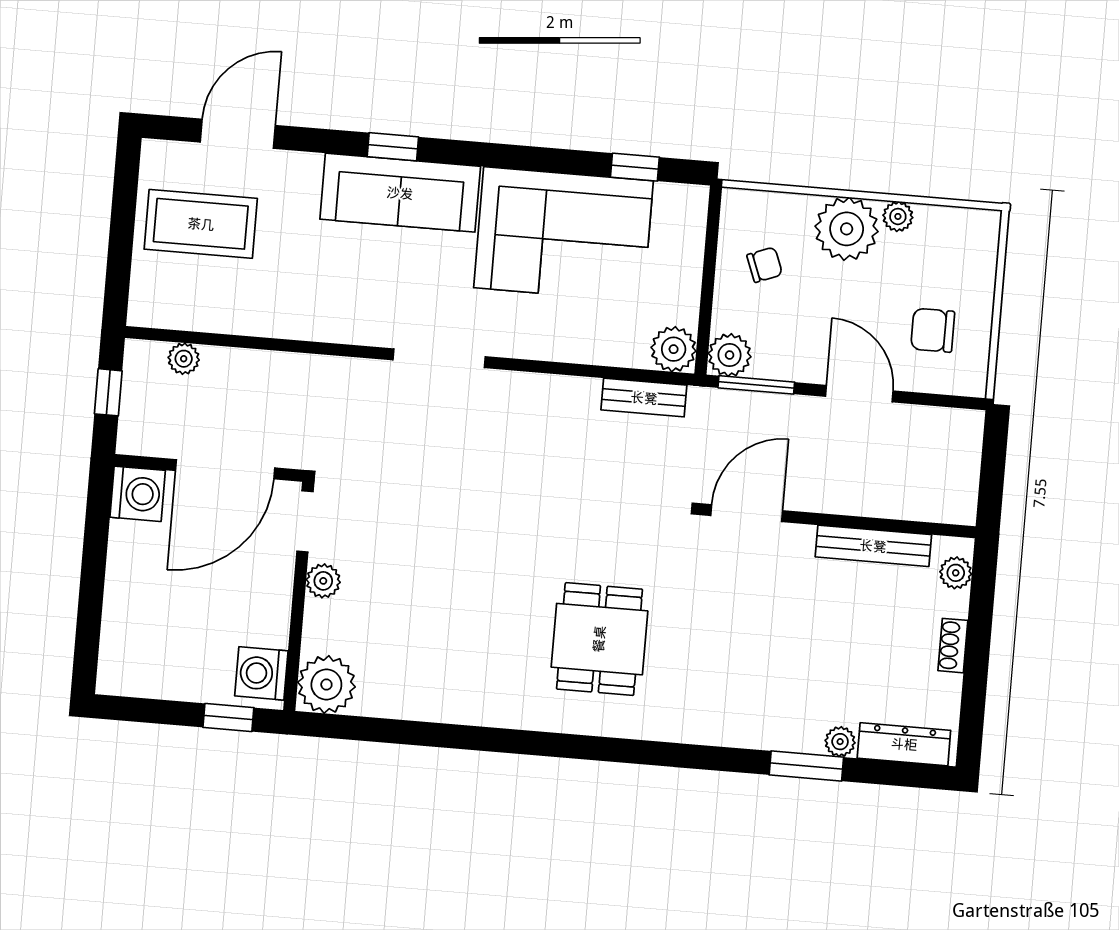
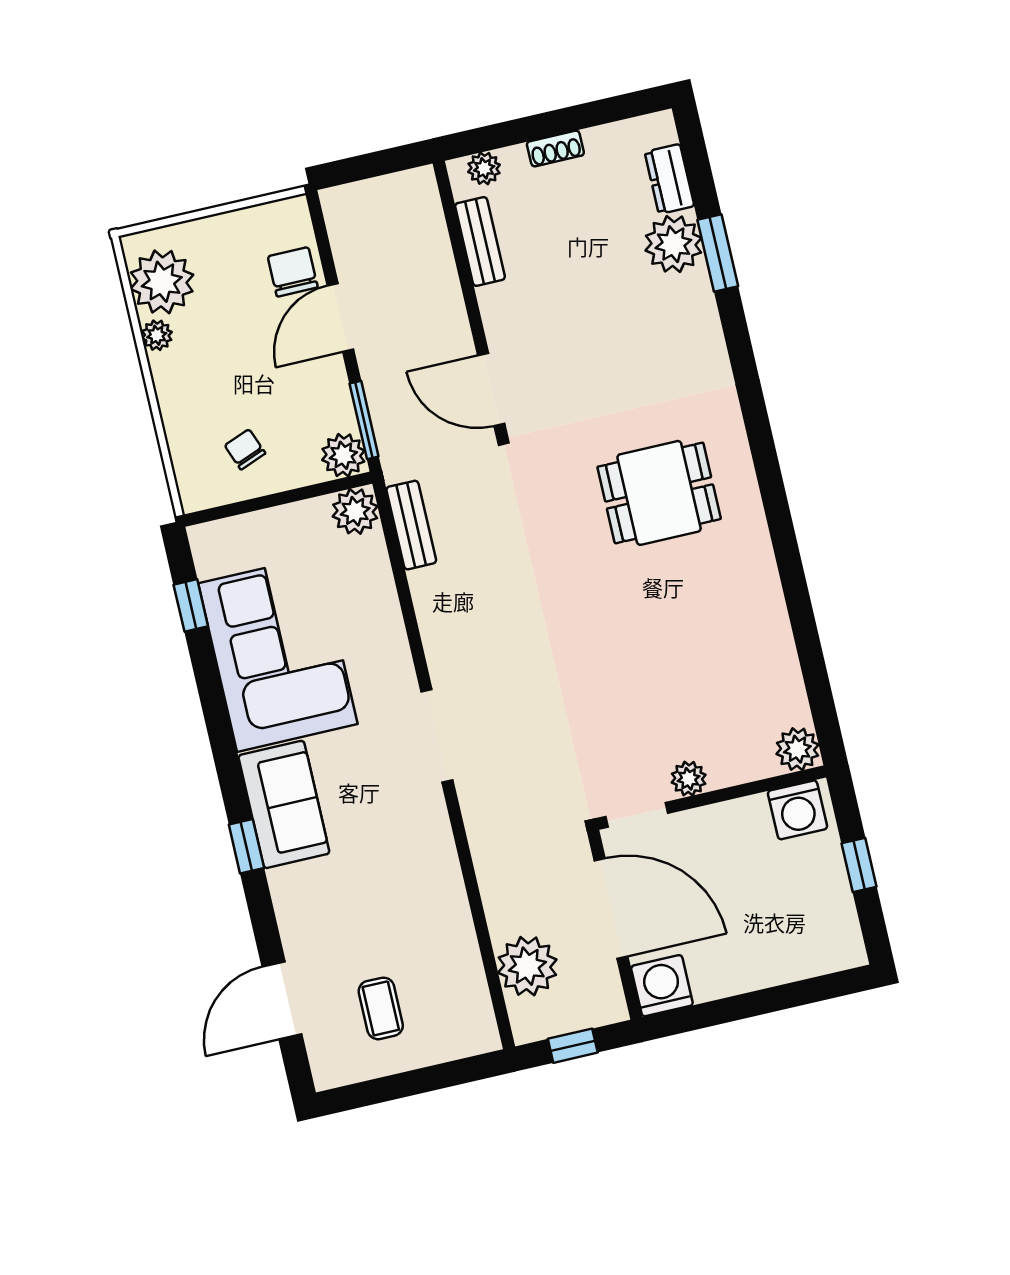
door: (238, 134) -> (282, 1001), hinge flipped
sofa: (400, 193) -> (284, 804), width x0.73
coffee table: (201, 224) -> (381, 1008), width x0.54, depth x0.58
plant: (847, 229) -> (162, 282), moved
chair: (933, 330) -> (293, 272), moved, turned 180
plant: (184, 359) -> (527, 966), width x1.88, depth x1.88
bench: (873, 546) -> (480, 241), width x0.73
plant: (326, 685) -> (797, 749), width x0.73, depth x0.73
window: (228, 718) -> (859, 865), moved
plant: (840, 742) -> (673, 244), width x1.88, depth x1.88
dresser: (904, 744) -> (669, 179), width x0.70

